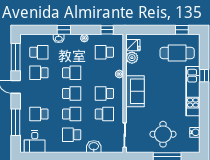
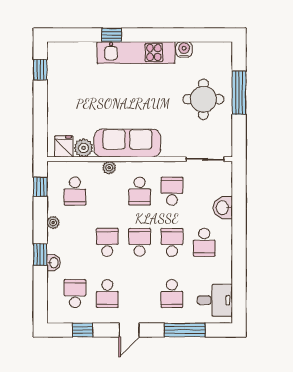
cafe table: (177, 53) -> (76, 77), removed
window: (16, 57) -> (83, 330), width x0.46
sofa: (135, 91) -> (127, 143), width x1.36
water cooler: (195, 132) -> (184, 49), moved

